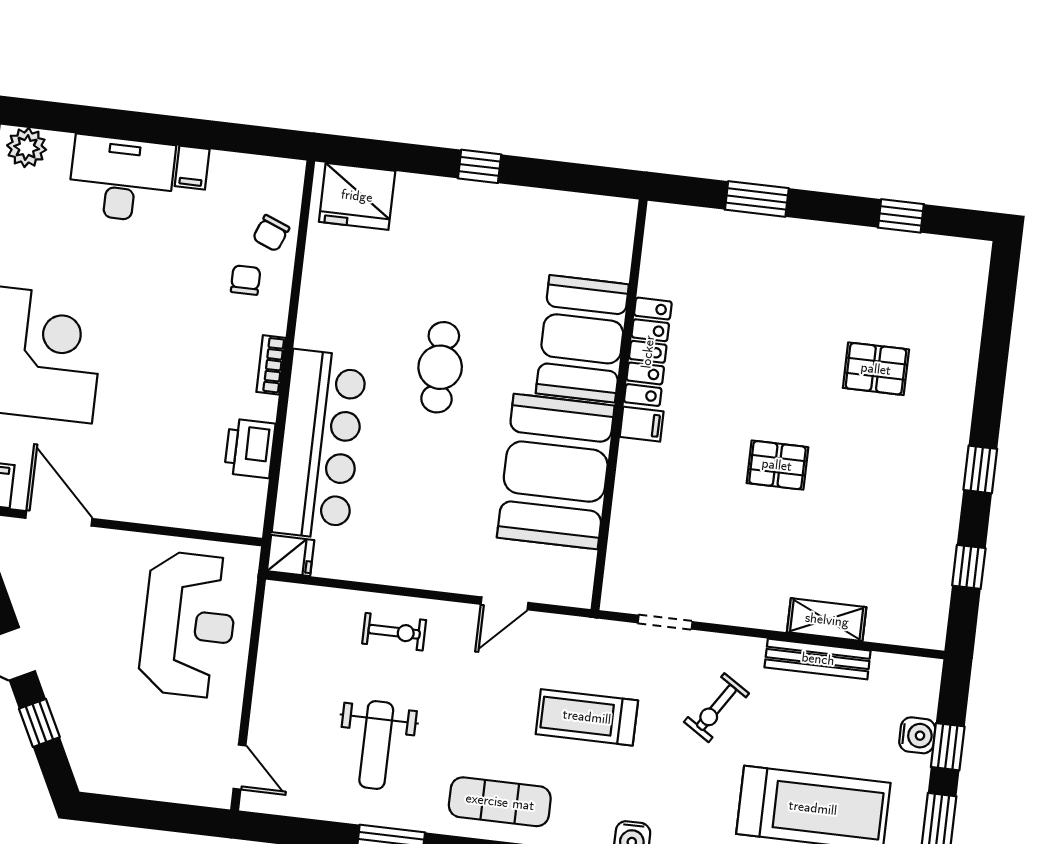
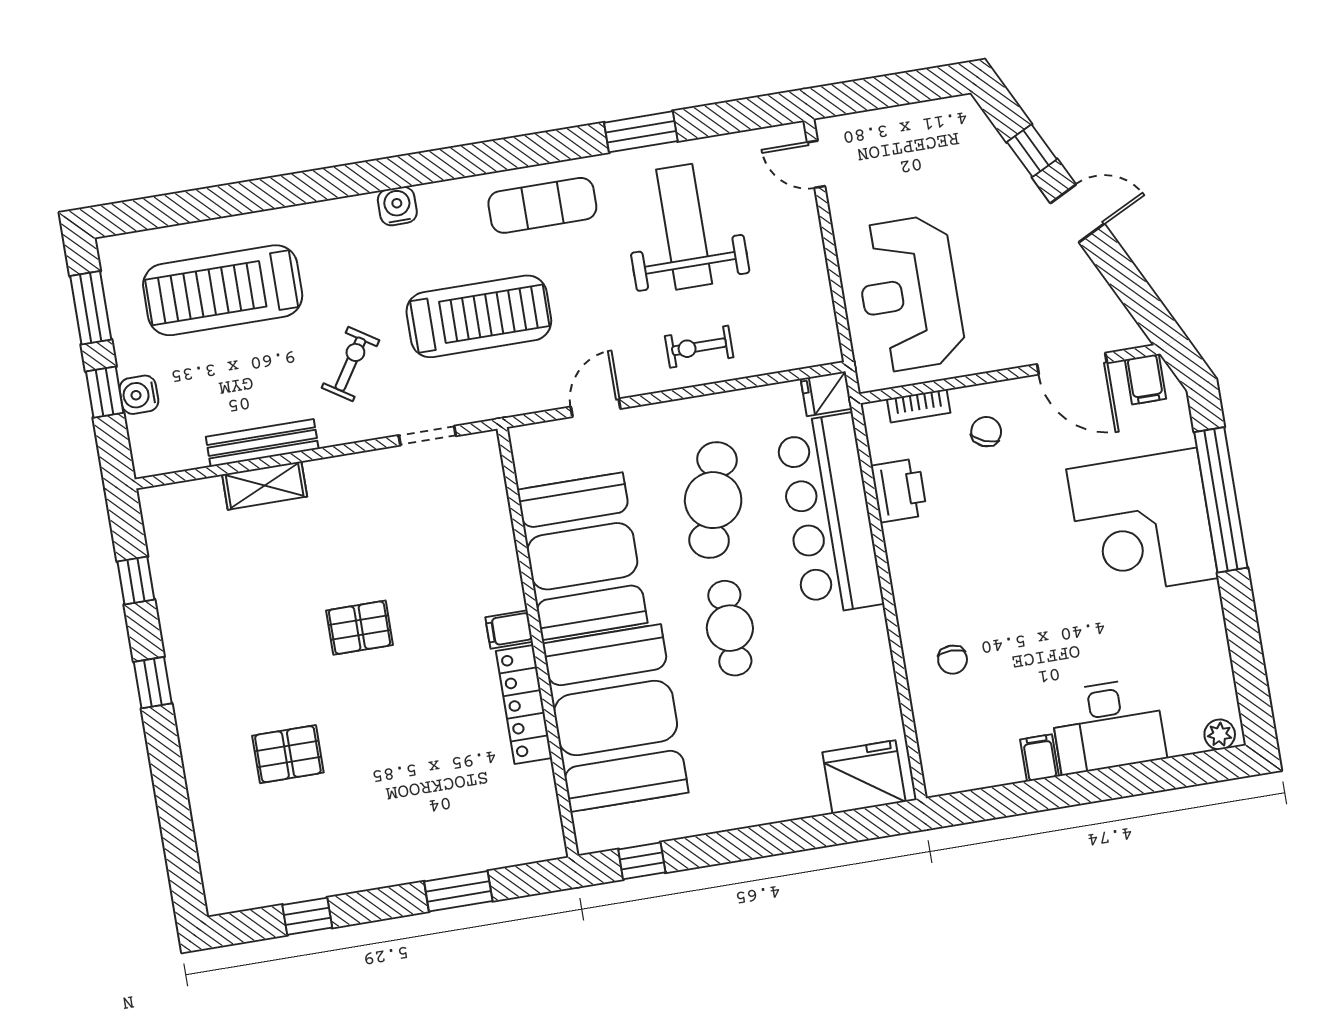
plant: (27, 148) -> (1220, 734), width x0.73, depth x0.73
window: (480, 166) -> (642, 861), moved
chair: (271, 233) -> (986, 432), moved
booth: (582, 339) -> (616, 718), width x1.36, depth x1.42
bookcase: (271, 365) -> (919, 406), moved, turned 90
cafe table: (422, 488) -> (713, 500), added
treadmill: (587, 717) -> (479, 316), width x1.37, depth x1.37
weight bench: (376, 745) -> (684, 227), width x1.36, depth x1.33

